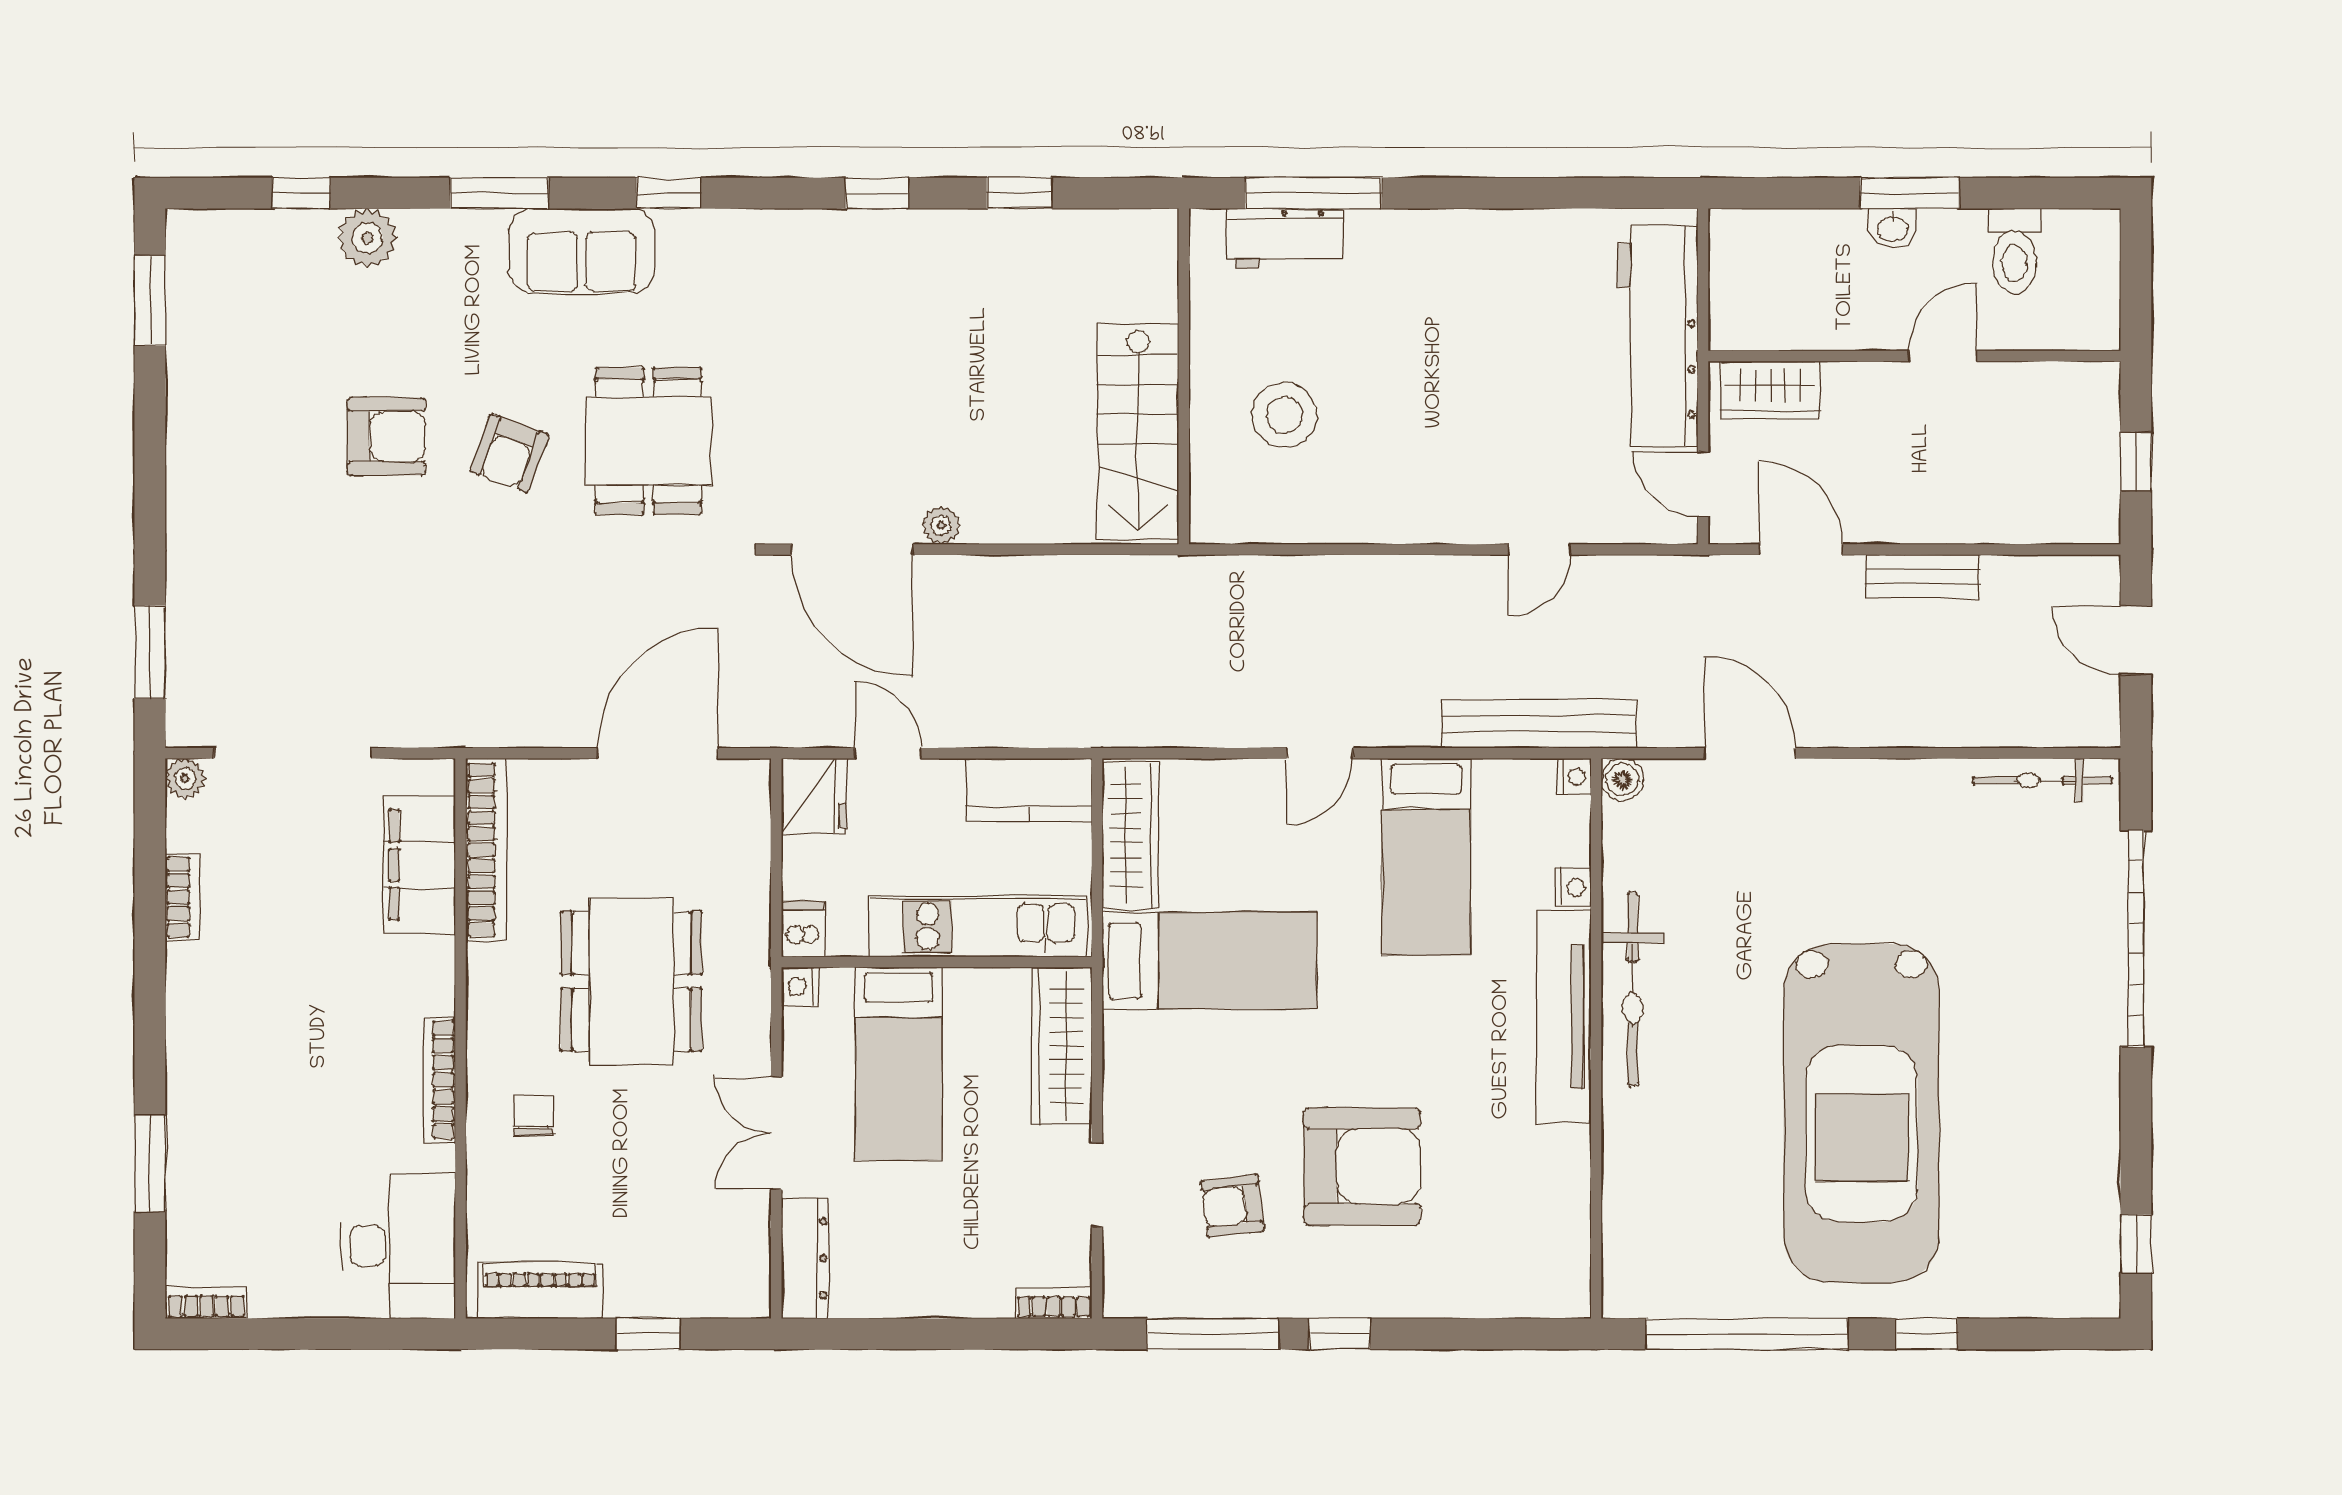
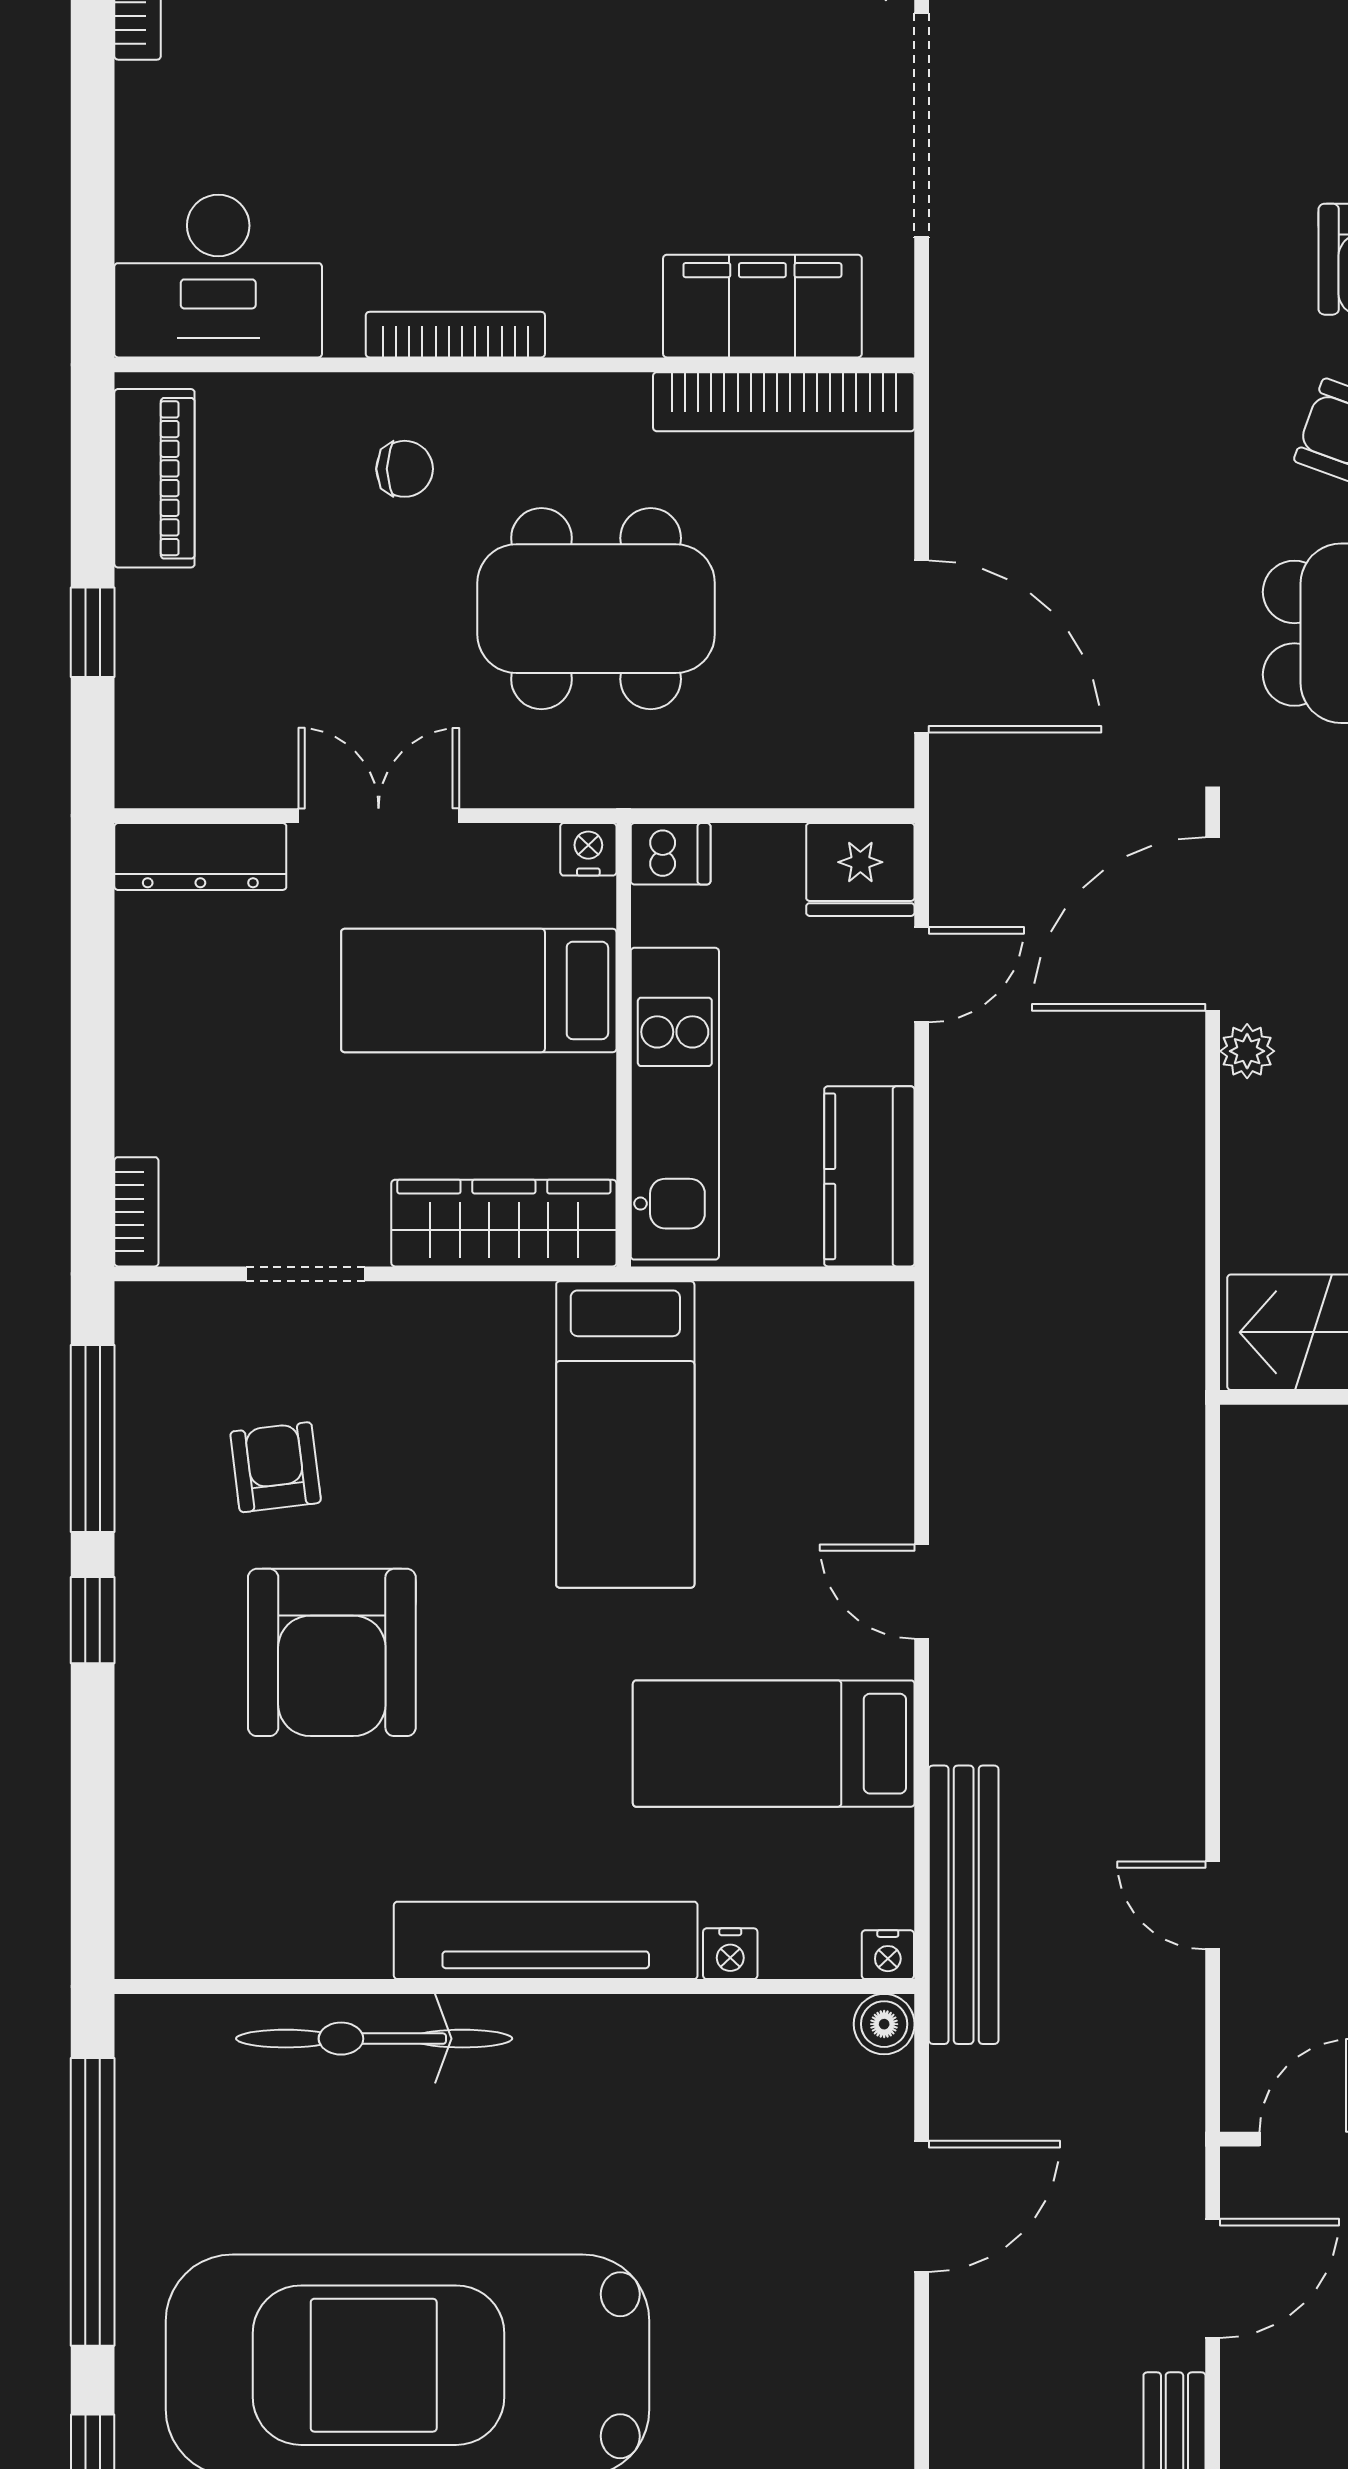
wardrobe: (1130, 835) -> (804, 1321), removed
bicycle: (1633, 989) -> (374, 2039), moved

